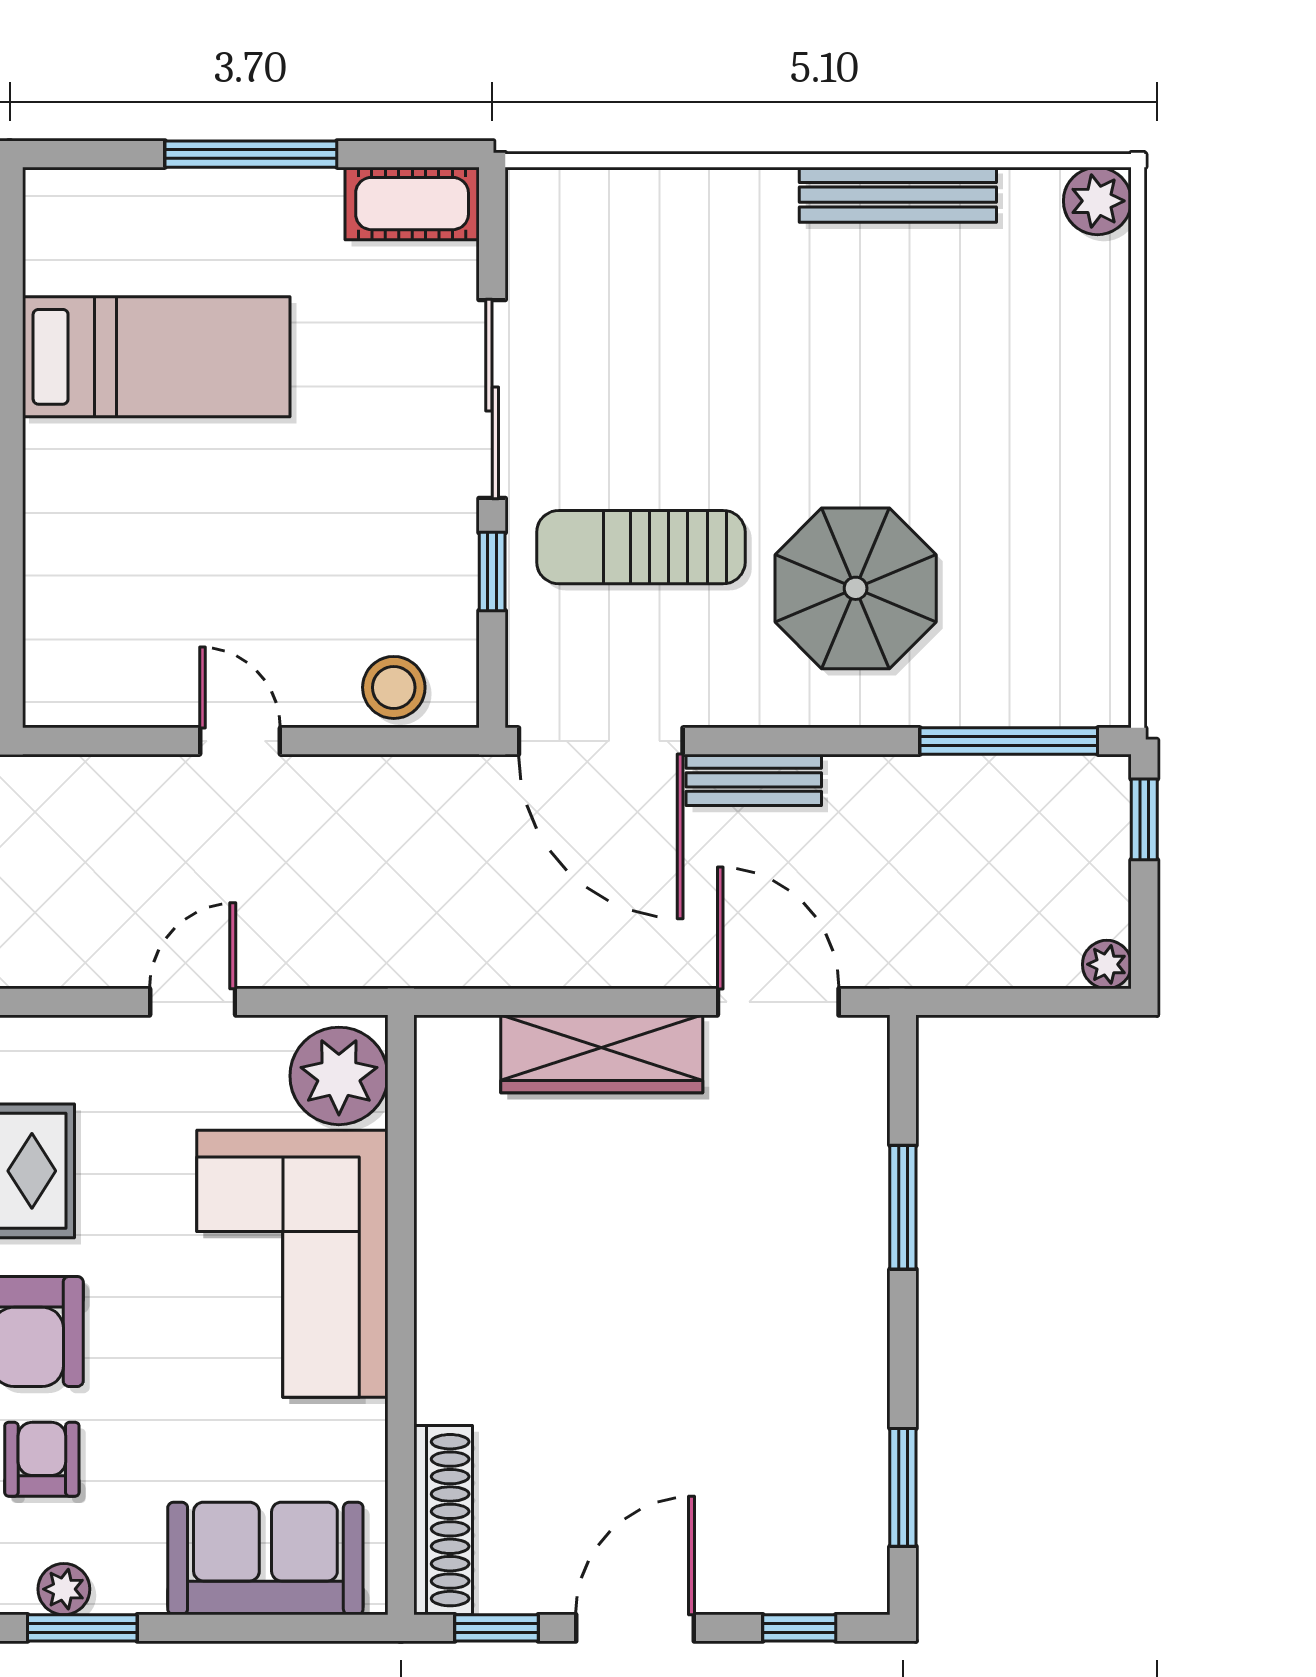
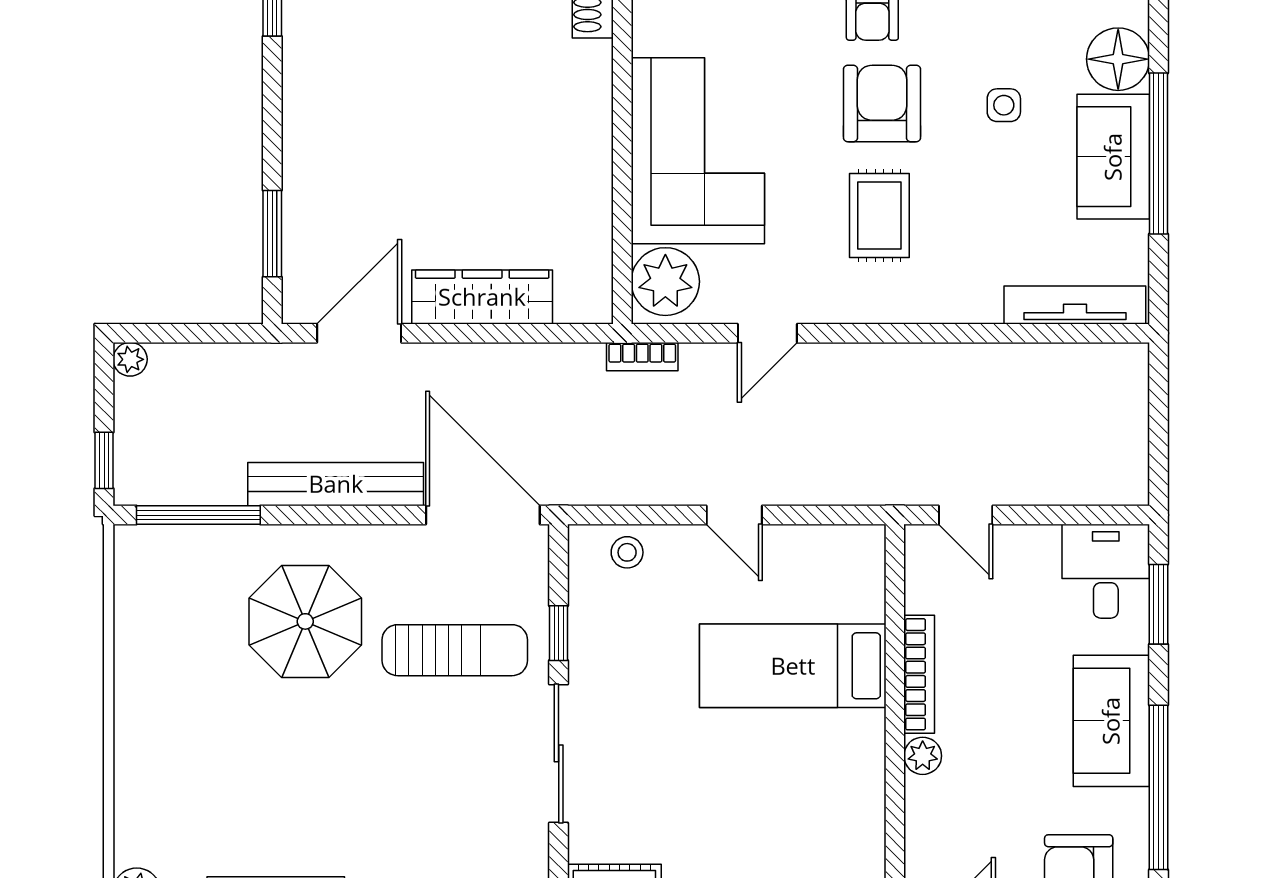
bed: (156, 357) -> (793, 666), moved
stool: (394, 687) -> (627, 552), width x0.73, depth x0.73
bench: (754, 780) -> (336, 484), width x1.86, depth x1.21
bookcase: (372, 968) -> (642, 357), added
door: (778, 1002) -> (359, 333), swing flipped
window: (903, 1207) -> (272, 234), moved

